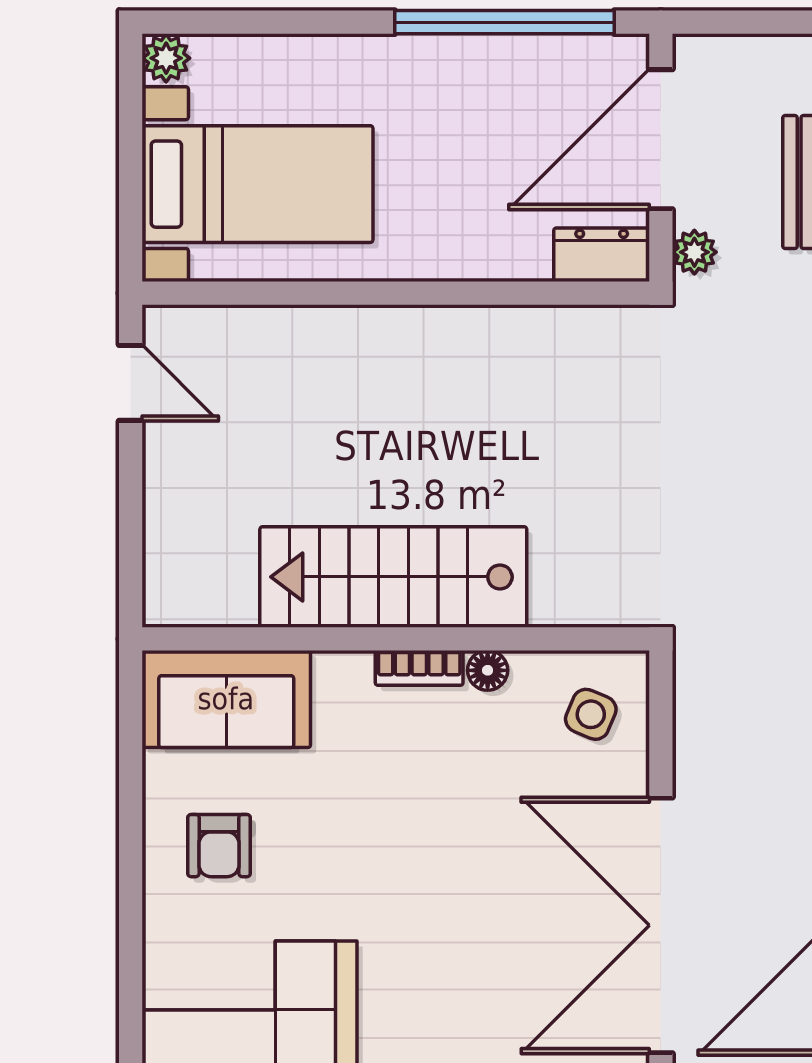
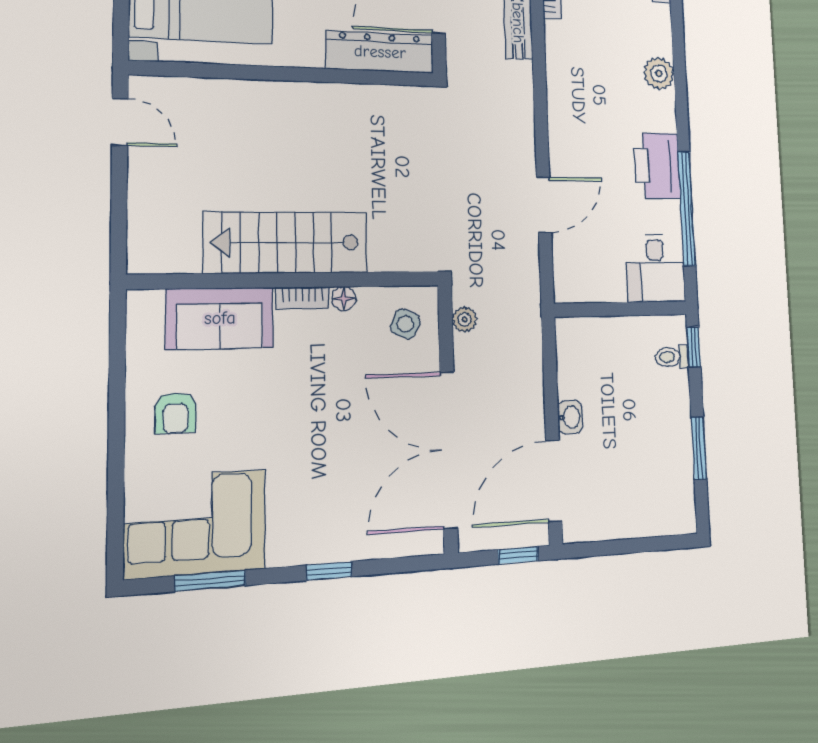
plant: (694, 252) -> (465, 319), moved
dresser: (602, 255) -> (380, 52), width x1.96, depth x1.24
sofa: (226, 699) -> (220, 318), moved

